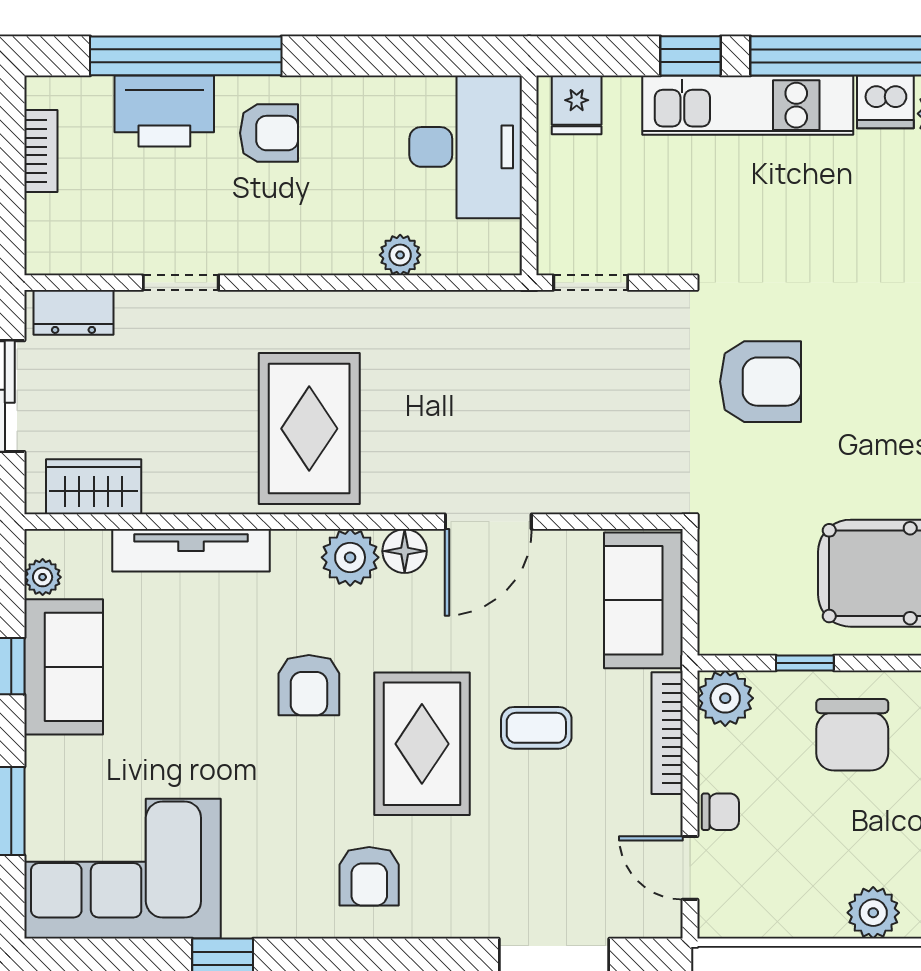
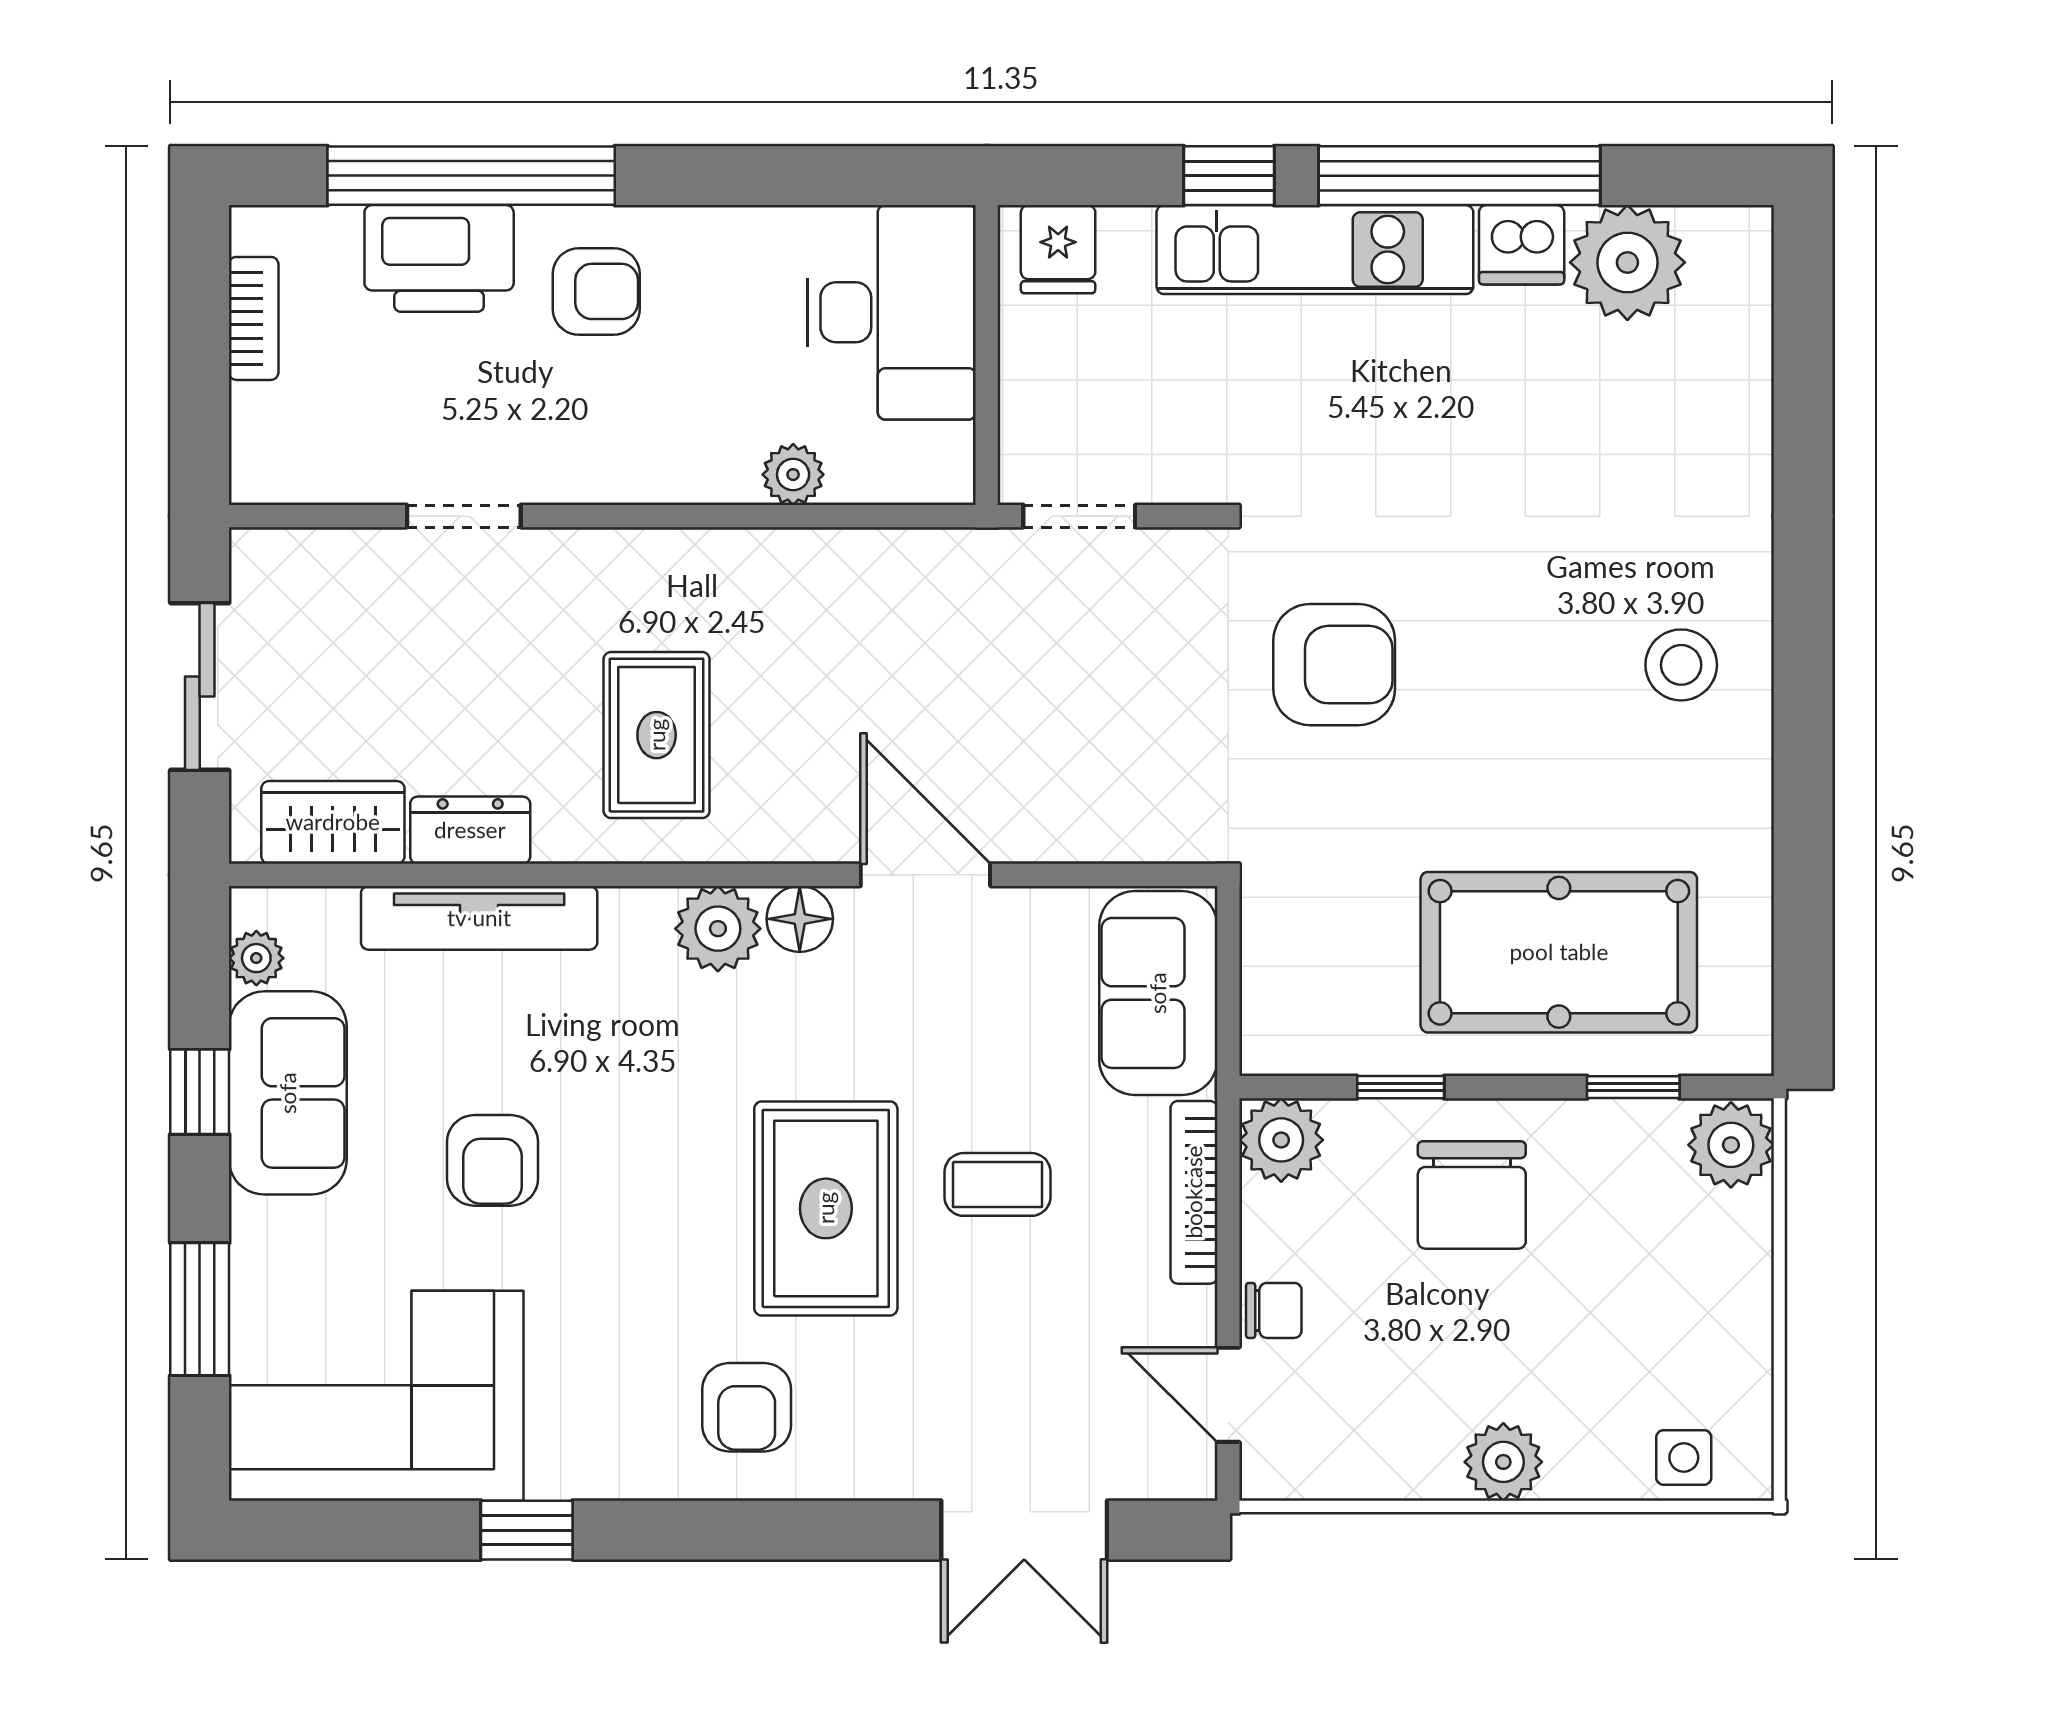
dresser: (73, 312) -> (470, 830), moved, turned 180
rug: (309, 429) -> (657, 735), width x0.73, depth x0.70
door: (488, 522) -> (925, 875), swing flipped
armchair: (309, 685) -> (493, 1160), moved

